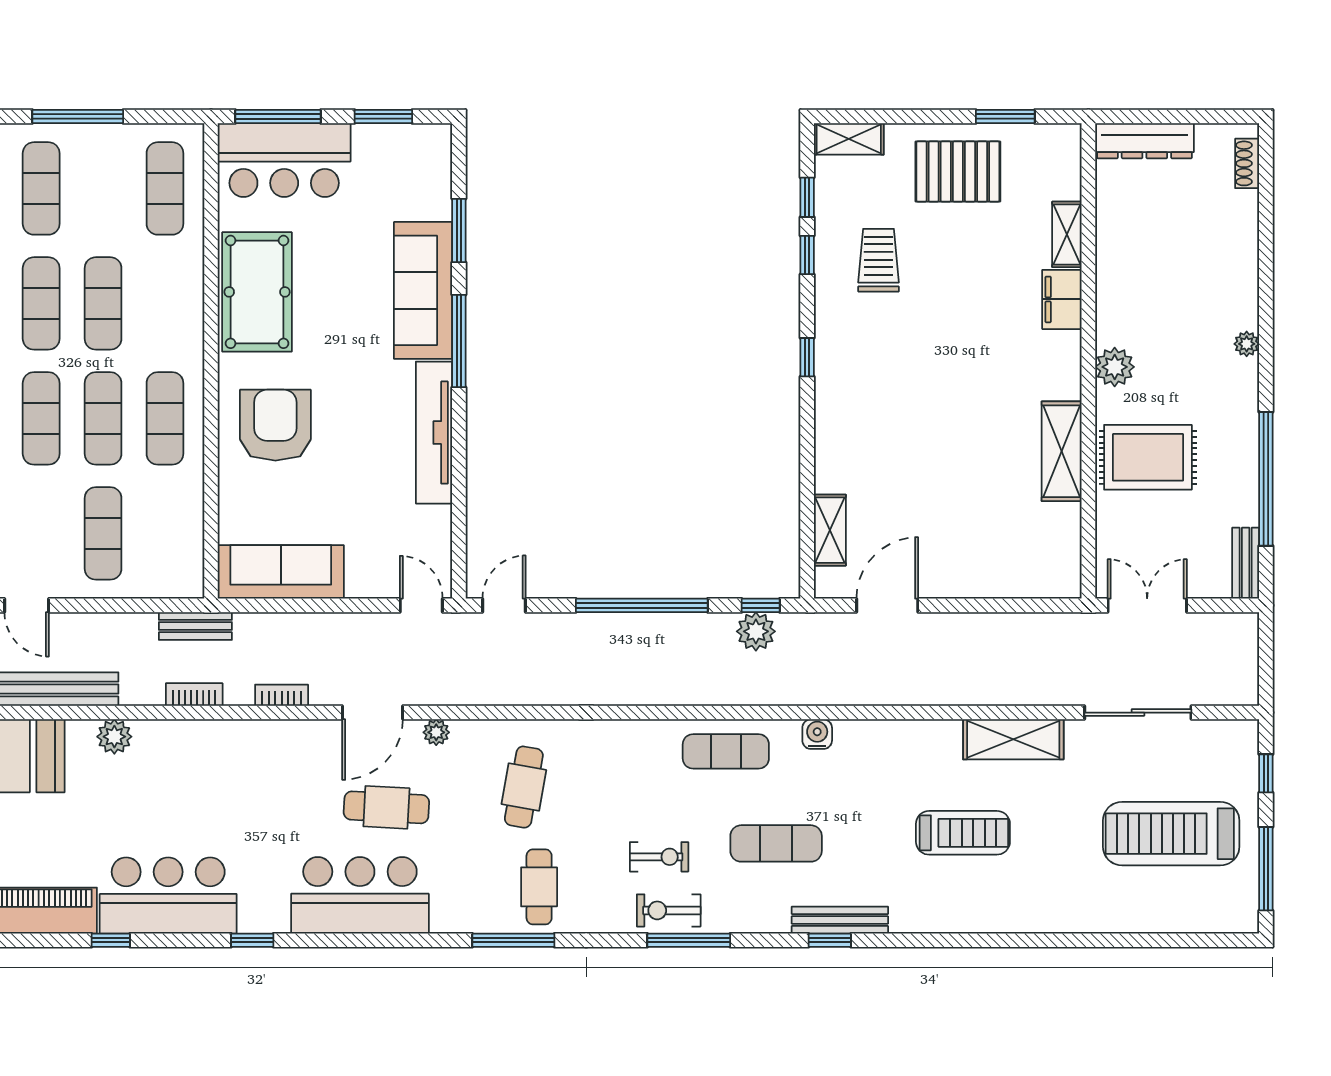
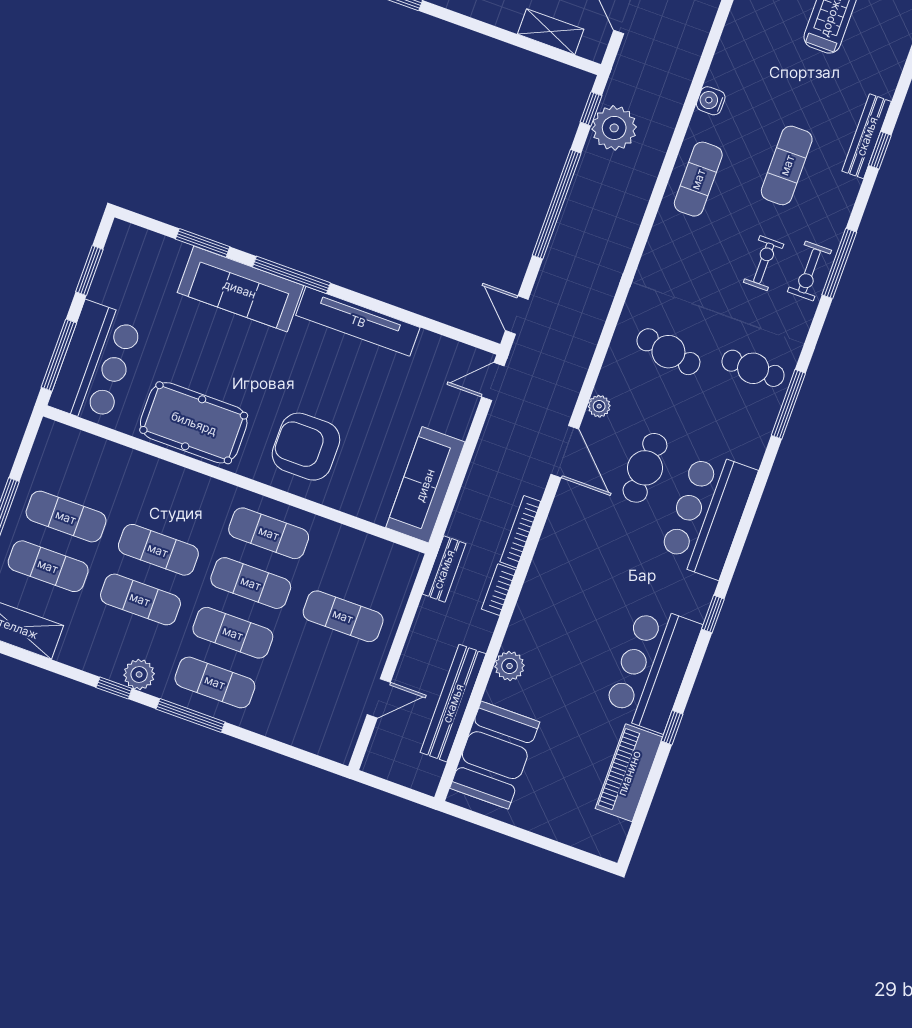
exercise mat: (165, 188) -> (66, 517), moved
plant: (756, 631) -> (614, 128), width x1.36, depth x1.36
bookcase: (282, 695) -> (520, 532), width x1.56

